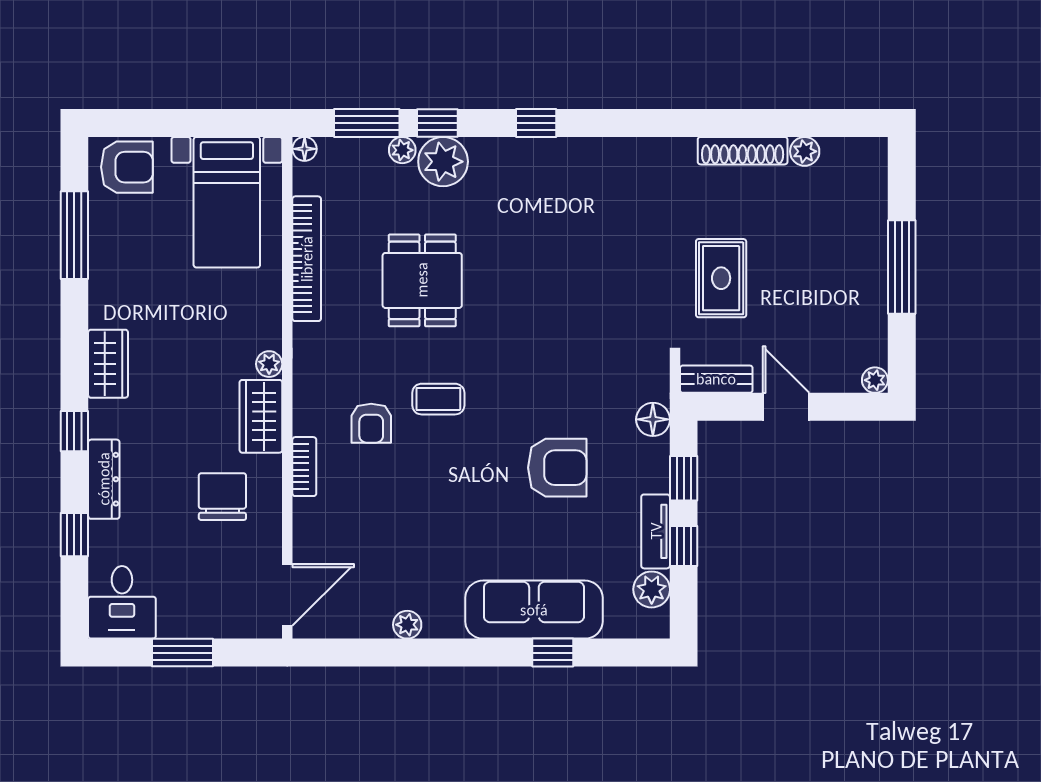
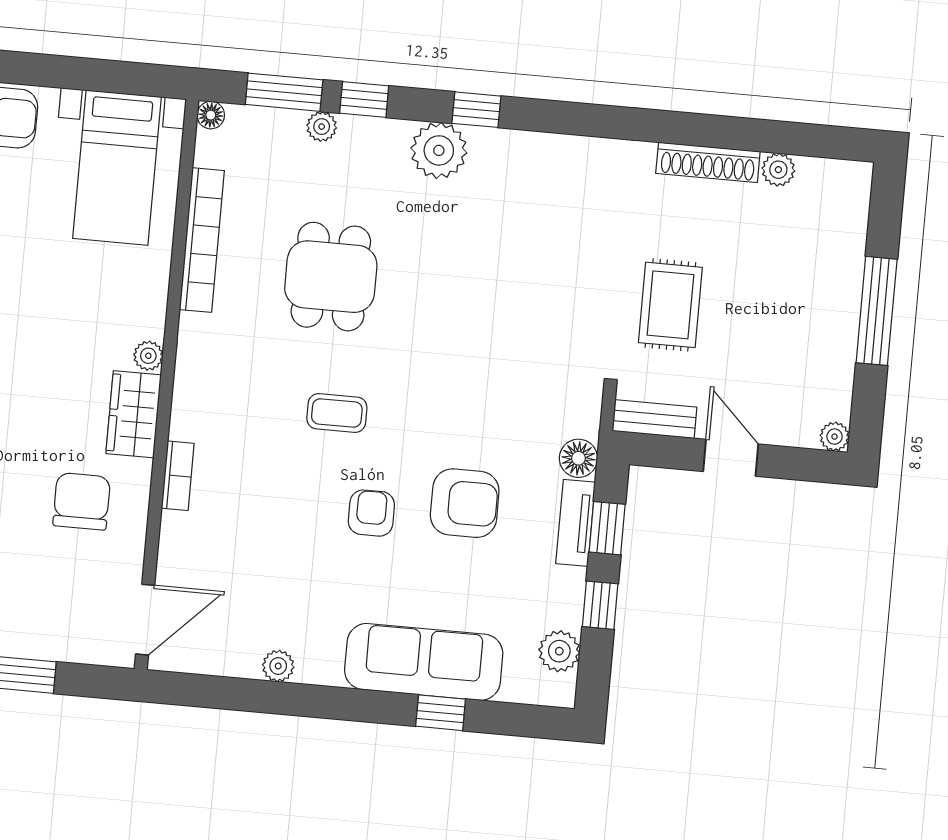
plant: (443, 162) -> (439, 150), moved
armchair: (371, 423) -> (371, 513), moved, turned 180
tv unit: (656, 531) -> (576, 523), moved

